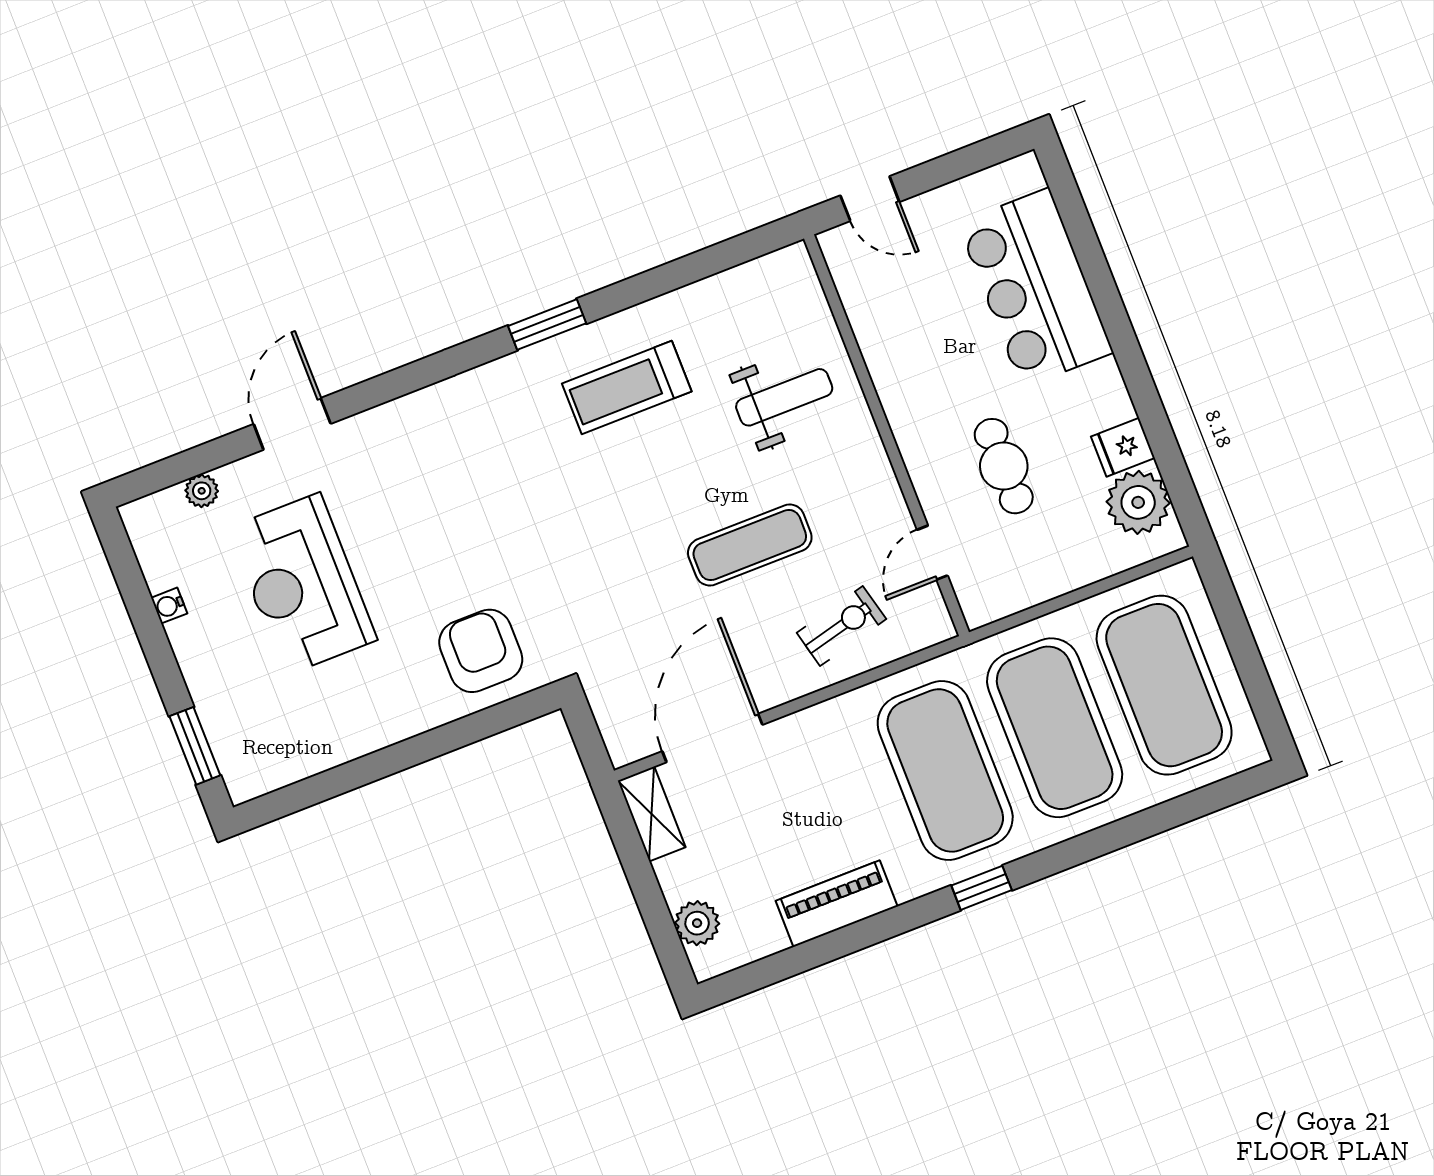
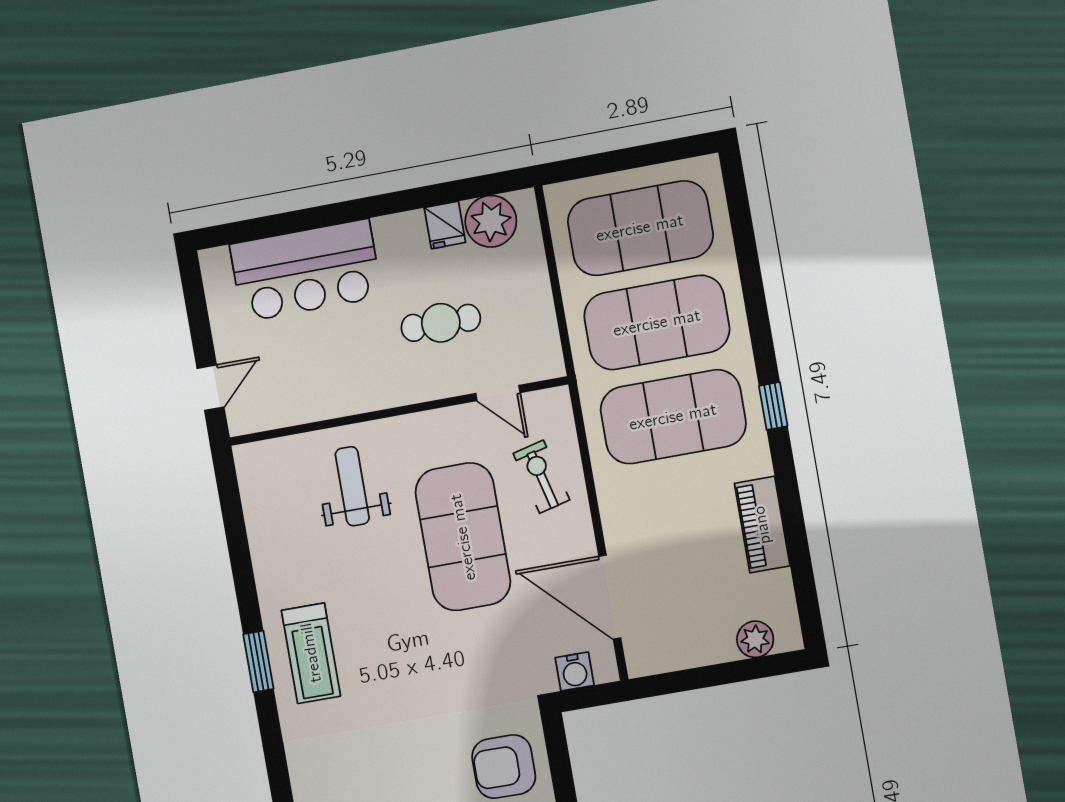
treadmill: (627, 387) -> (311, 653), moved
exercise mat: (750, 545) -> (463, 537), width x2.00, depth x1.45
water cooler: (614, 714) -> (575, 671), added
shelving: (652, 814) -> (660, 658), removed

